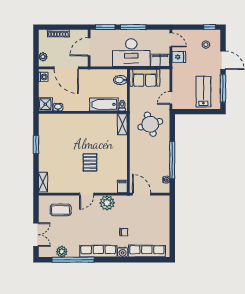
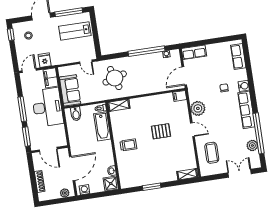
trolley: (81, 128) -> (128, 145), added
row of seats: (164, 207) -> (194, 52), added
row of seats: (147, 251) -> (238, 56), width x0.68

